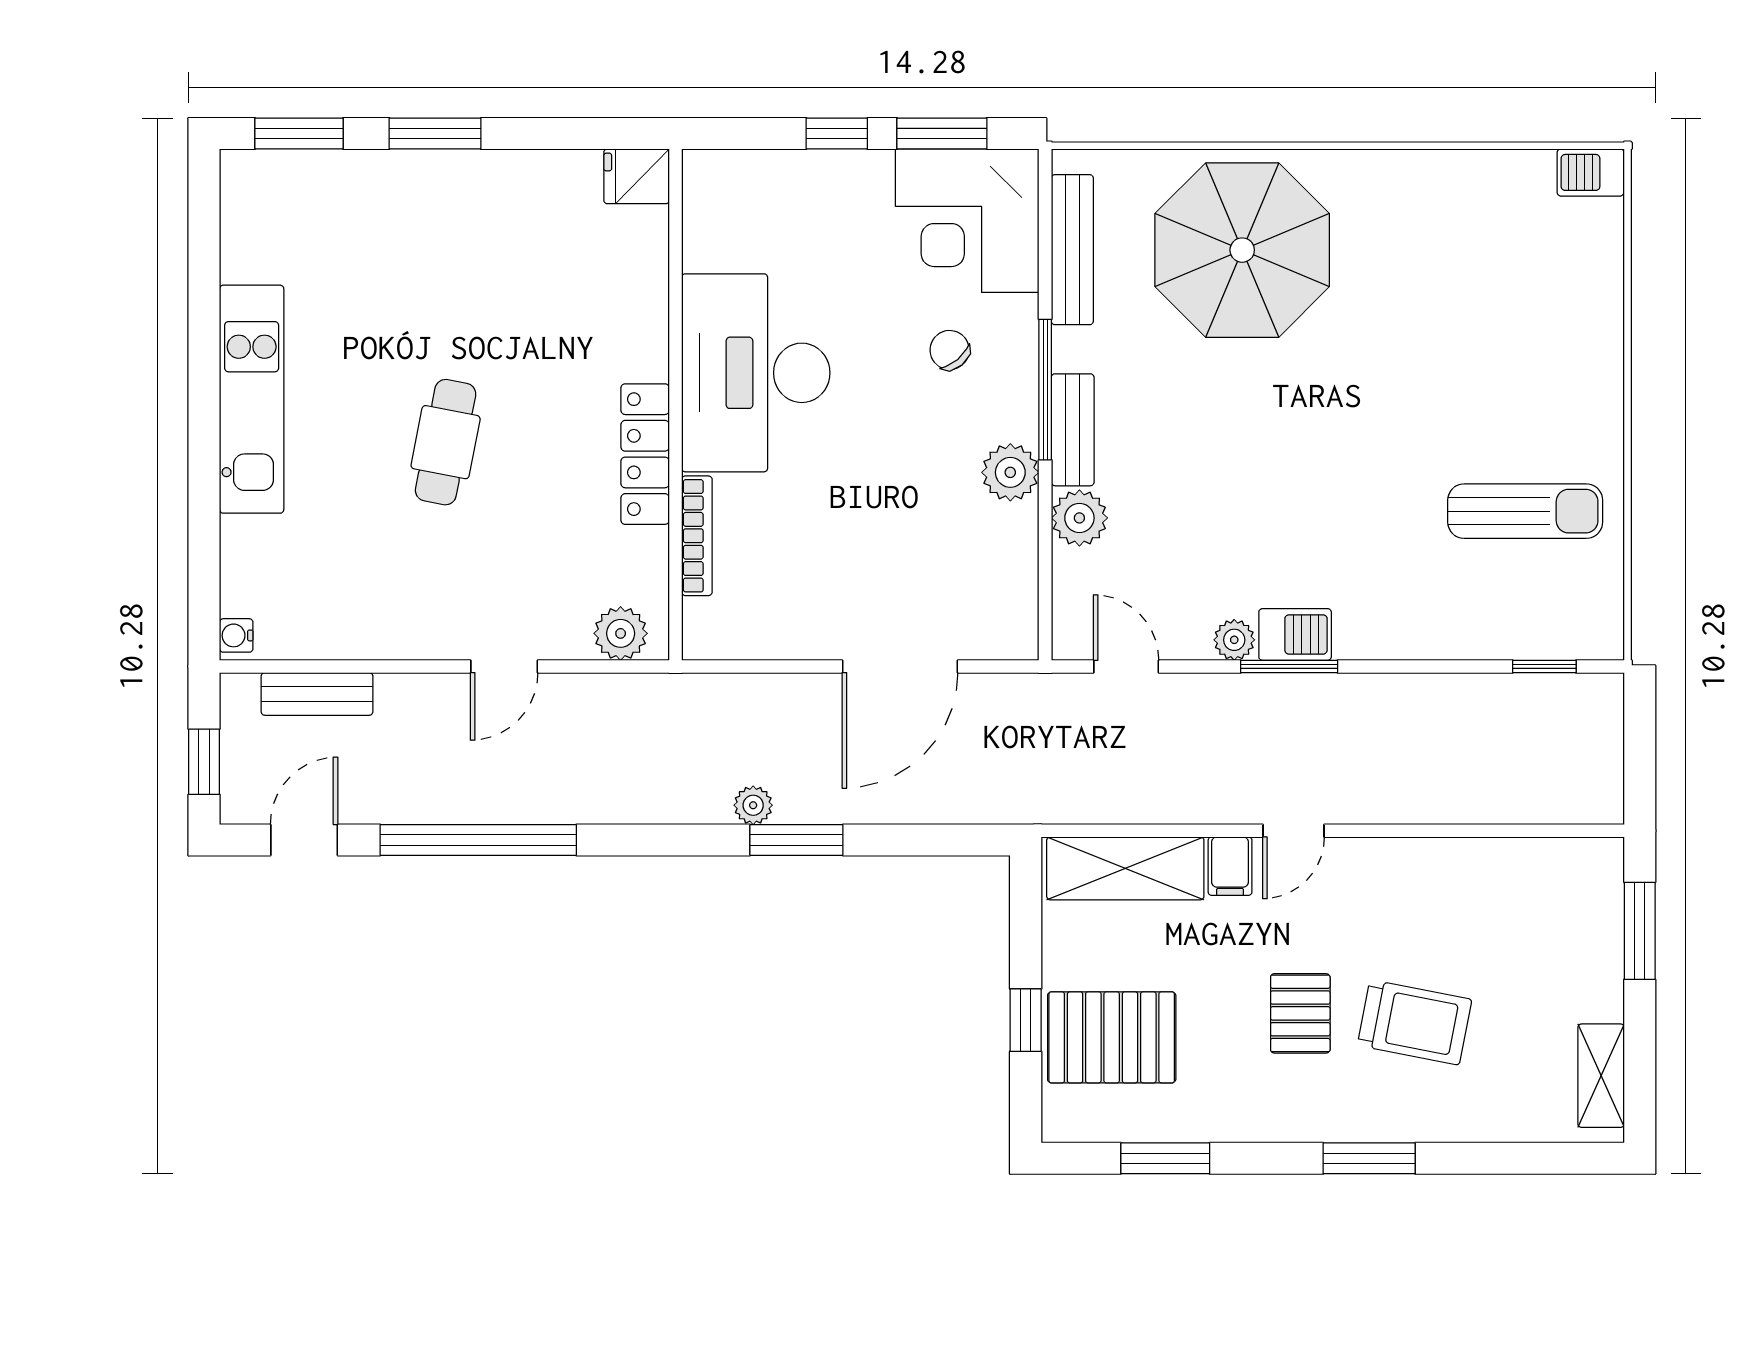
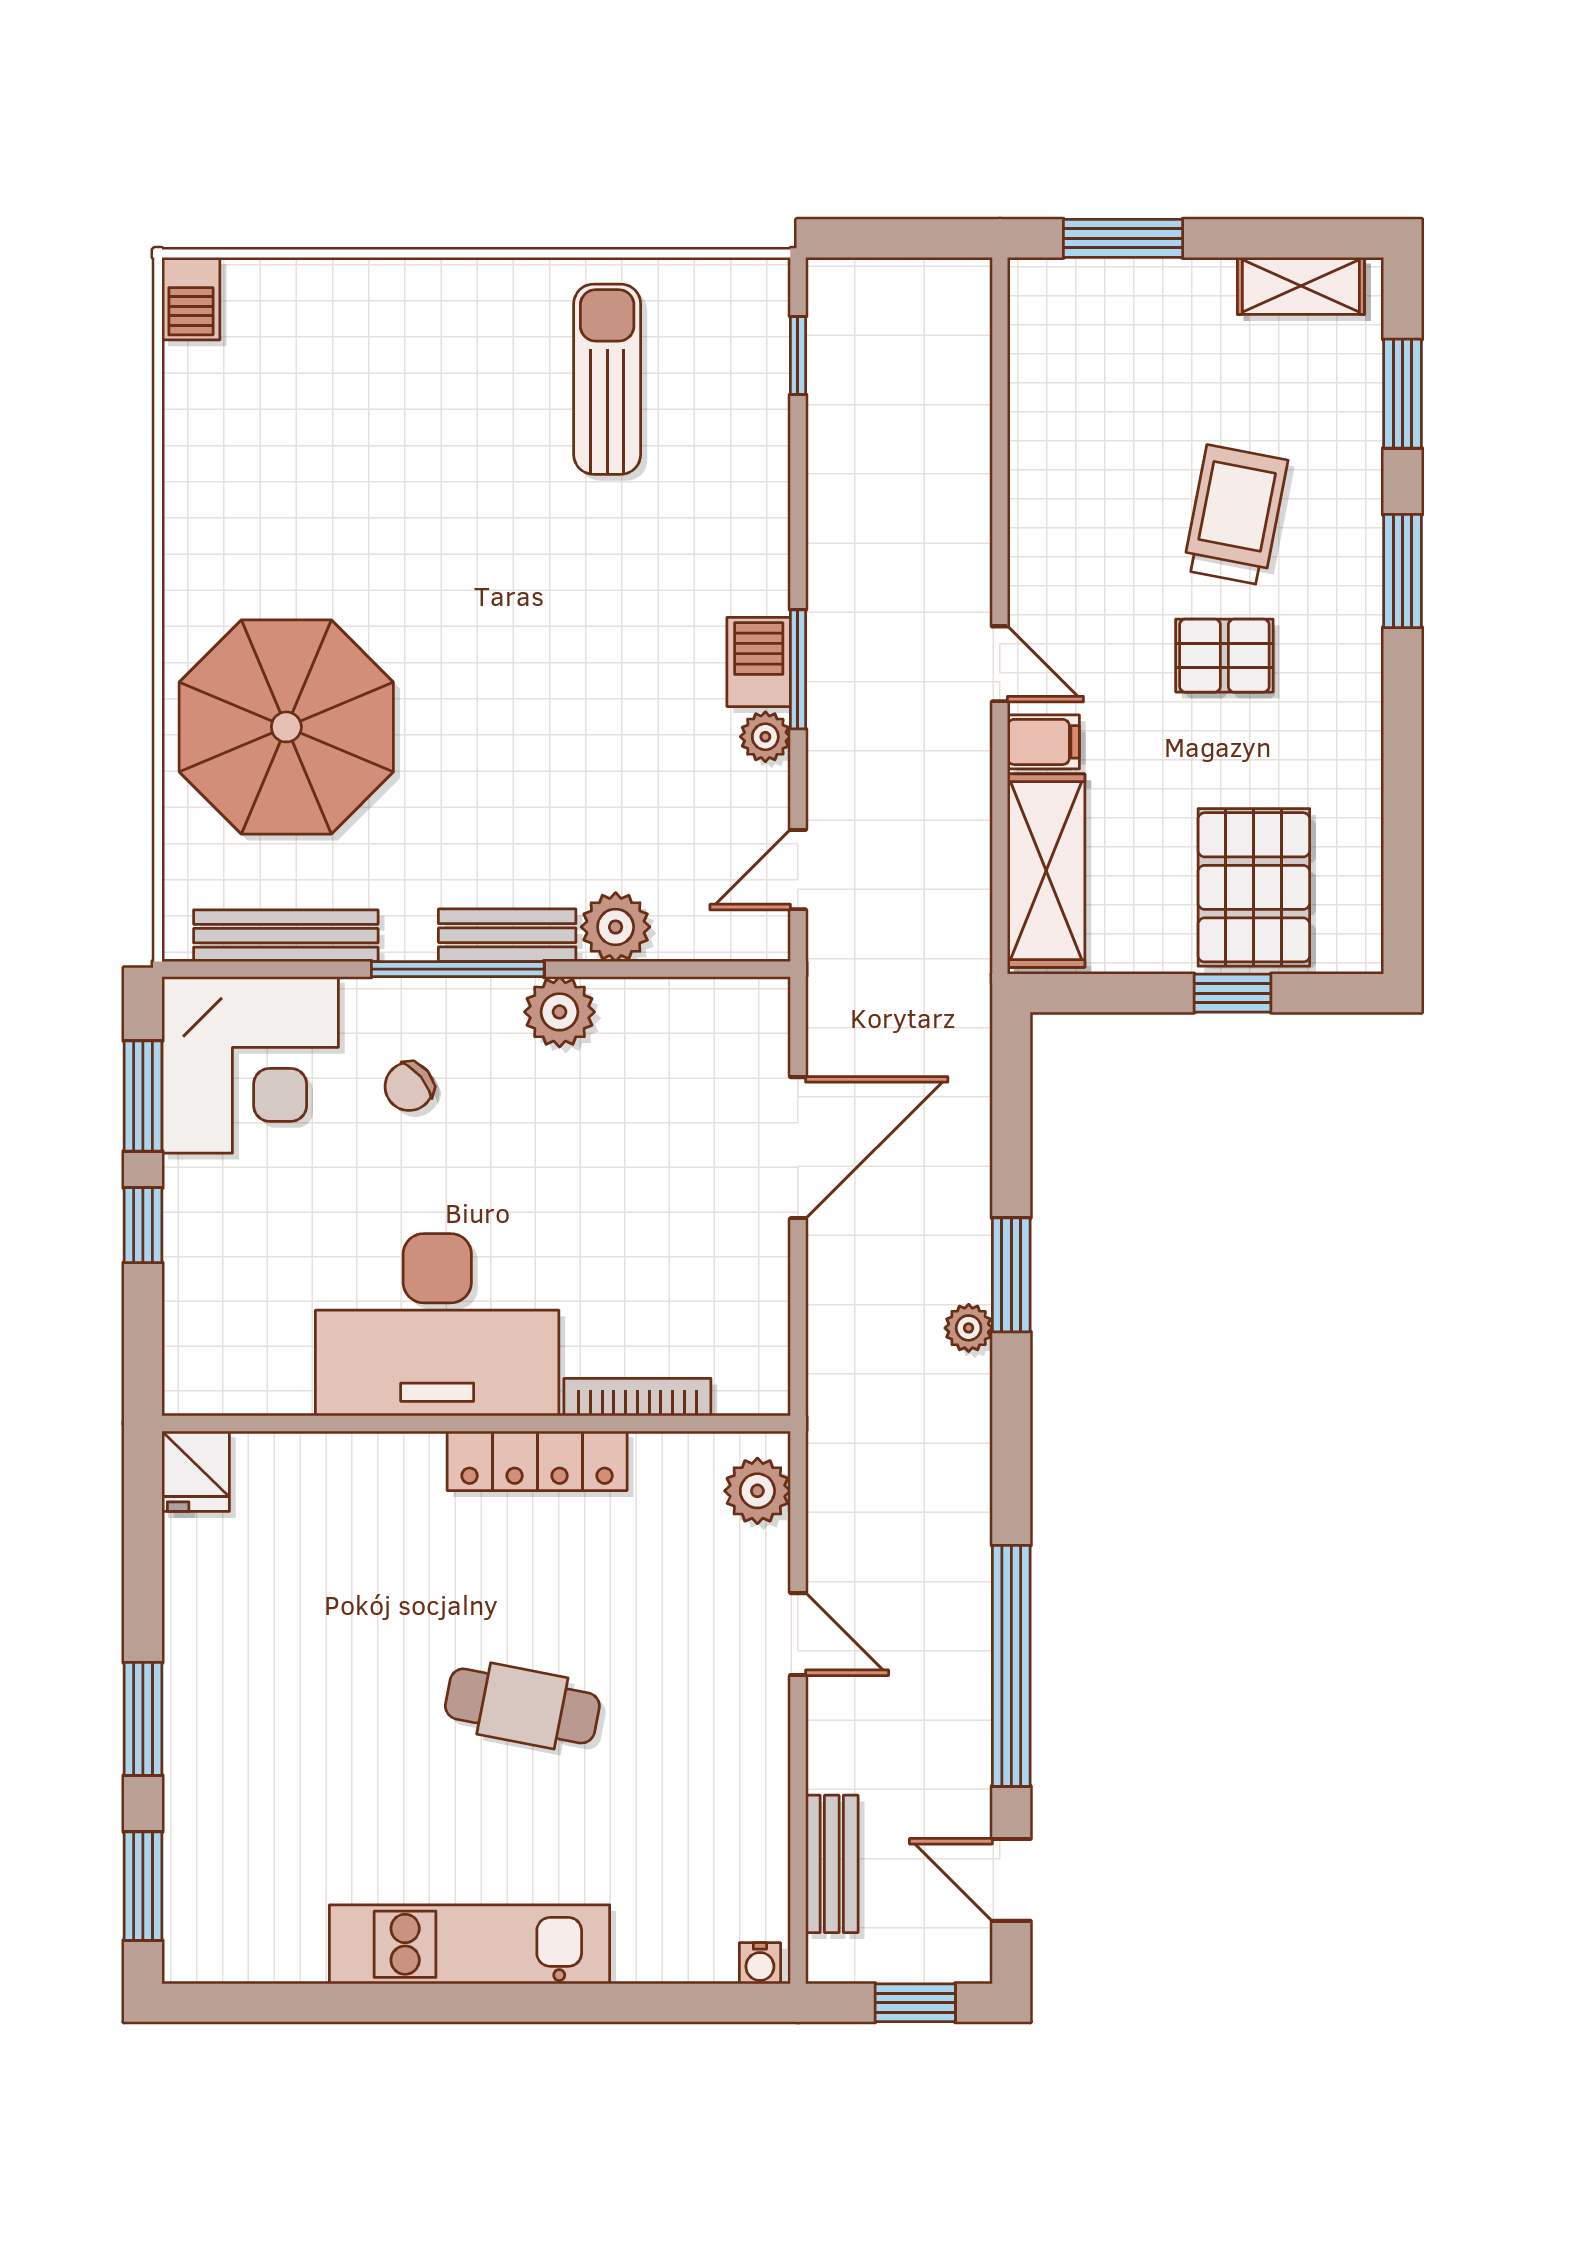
door: (900, 666) -> (798, 1148), hinge flipped
window: (1165, 1158) -> (1402, 394), moved

